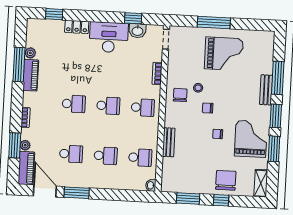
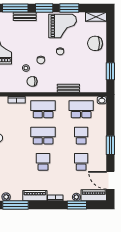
piano: (31, 75) -> (35, 196), moved
school desk: (108, 106) -> (43, 136), width x1.85
school desk: (143, 107) -> (43, 109), width x1.85
grand piano: (251, 139) -> (63, 26), turned 180
school desk: (140, 158) -> (81, 109), width x1.85
door: (45, 191) -> (110, 180), hinge flipped
window: (77, 193) -> (110, 145), moved
window: (221, 200) -> (110, 46), removed

